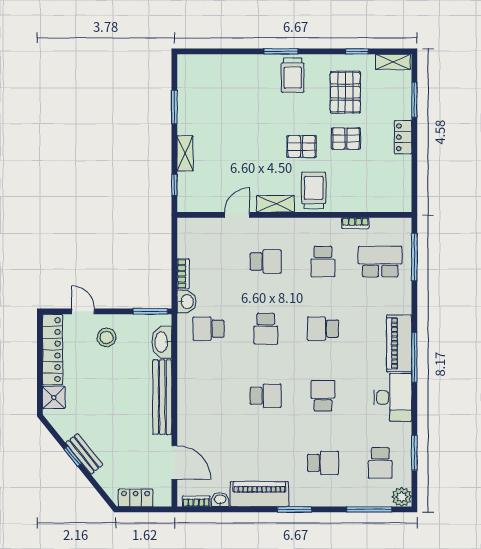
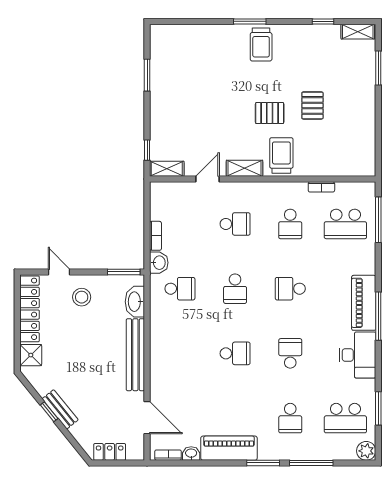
pallet: (345, 92) -> (312, 61), removed
locker: (403, 137) -> (367, 104), removed
pallet: (346, 139) -> (312, 105), turned 90
shelving: (185, 153) -> (167, 169), moved, turned 90
school desk: (380, 262) -> (345, 224), turned 180
school desk: (208, 329) -> (180, 289), turned 180
school desk: (323, 463) -> (290, 418), turned 90
school desk: (380, 463) -> (345, 418), width x1.85
window: (369, 509) -> (311, 463), moved

